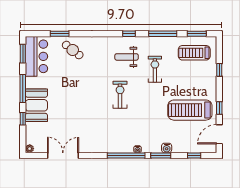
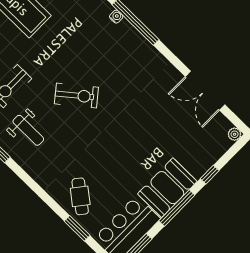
exercise bike: (120, 95) -> (76, 96), turned -129
booth: (36, 105) -> (167, 188), moved

